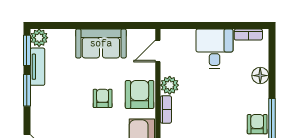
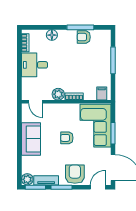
armchair: (140, 95) -> (75, 174), moved, turned 90

